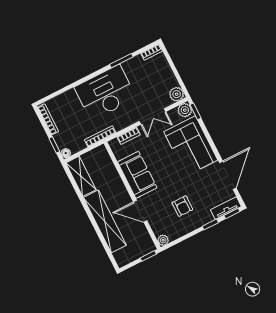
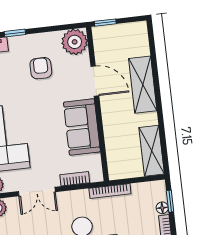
double door: (152, 117) -> (37, 192), swing flipped
floor lamp: (66, 153) -> (162, 208), moved
shelving: (105, 221) -> (143, 85), width x0.68
plant: (163, 240) -> (75, 42), width x1.87, depth x1.87

